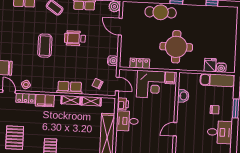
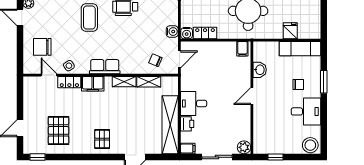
water cooler: (221, 68) -> (187, 33), moved
door: (117, 84) -> (179, 59), hinge flipped
corner desk: (151, 84) -> (220, 58), removed
row of seats: (70, 88) -> (105, 67), moved
printer: (123, 104) -> (187, 124), moved
door: (175, 129) -> (252, 96), moved

